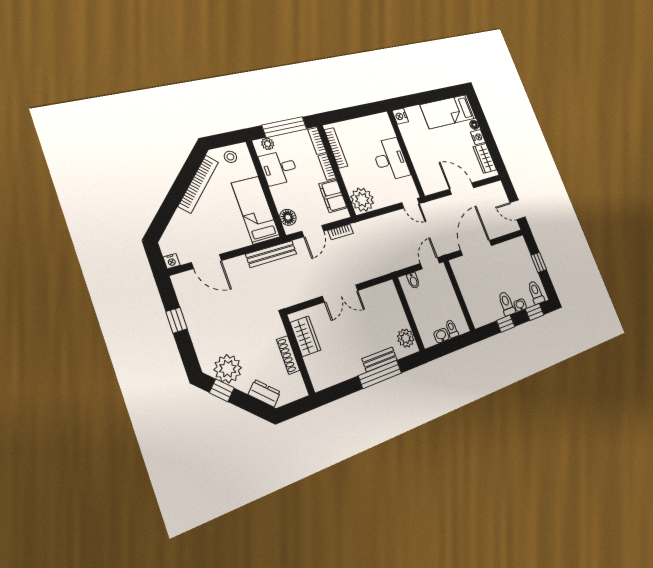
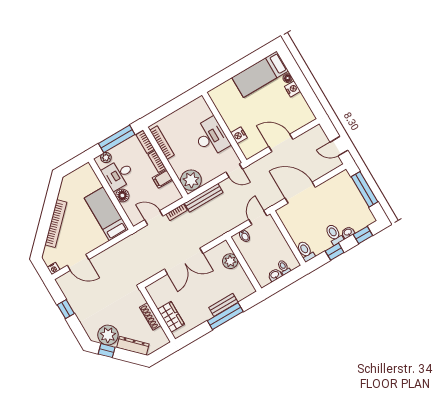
nightstand: (400, 116) -> (239, 135), moved
stool: (230, 157) -> (79, 177), removed
wardrobe: (485, 158) -> (301, 107), removed
bookcase: (198, 184) -> (56, 224), moved
filing cabinet: (333, 196) -> (163, 179), width x0.50
floor lamp: (288, 217) -> (122, 196), moved
door: (313, 231) -> (154, 218), swing flipped
door: (476, 248) -> (300, 193), hinge flipped
bench: (271, 254) -> (204, 198), moved
window: (539, 262) -> (364, 189), width x2.17
toilet: (536, 292) -> (306, 251), moved
double door: (340, 293) -> (184, 261), width x1.37
wardrobe: (305, 336) -> (171, 317), moved
plant: (406, 338) -> (230, 261), moved
dresser: (264, 393) -> (133, 346), width x1.44

